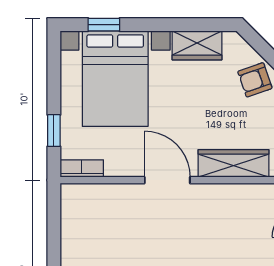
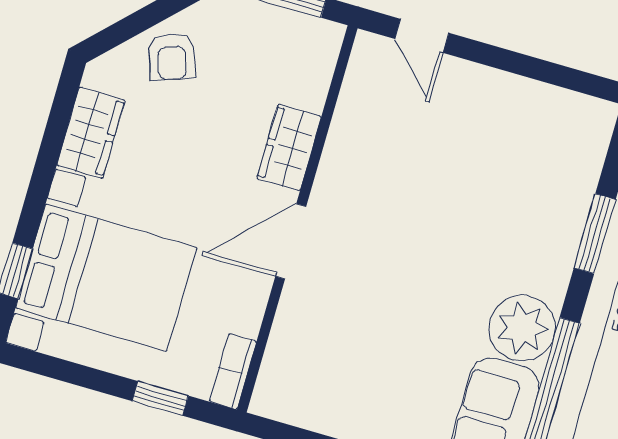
wardrobe: (234, 163) -> (289, 147), width x0.67

